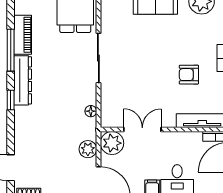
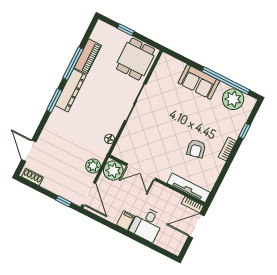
armchair: (189, 75) -> (196, 149), turned -102
window: (11, 100) -> (54, 100), width x1.50
double door: (142, 129) -> (141, 172), swing flipped

